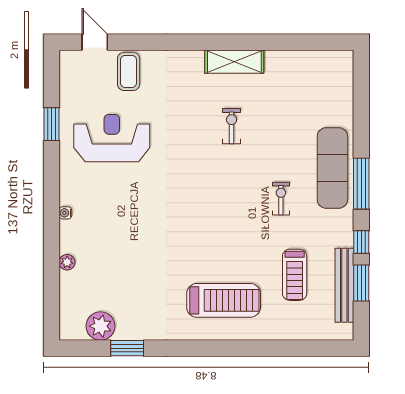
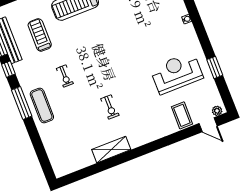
plant: (73, 58) -> (217, 111), added
shelving: (234, 62) -> (111, 150), moved
reception desk: (112, 138) -> (177, 73), turned 180
exercise mat: (332, 168) -> (42, 105), width x0.73, depth x0.69

